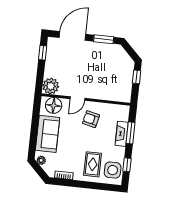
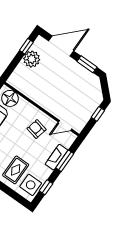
plant: (51, 86) -> (32, 59), moved
door: (77, 99) -> (65, 126), moved

